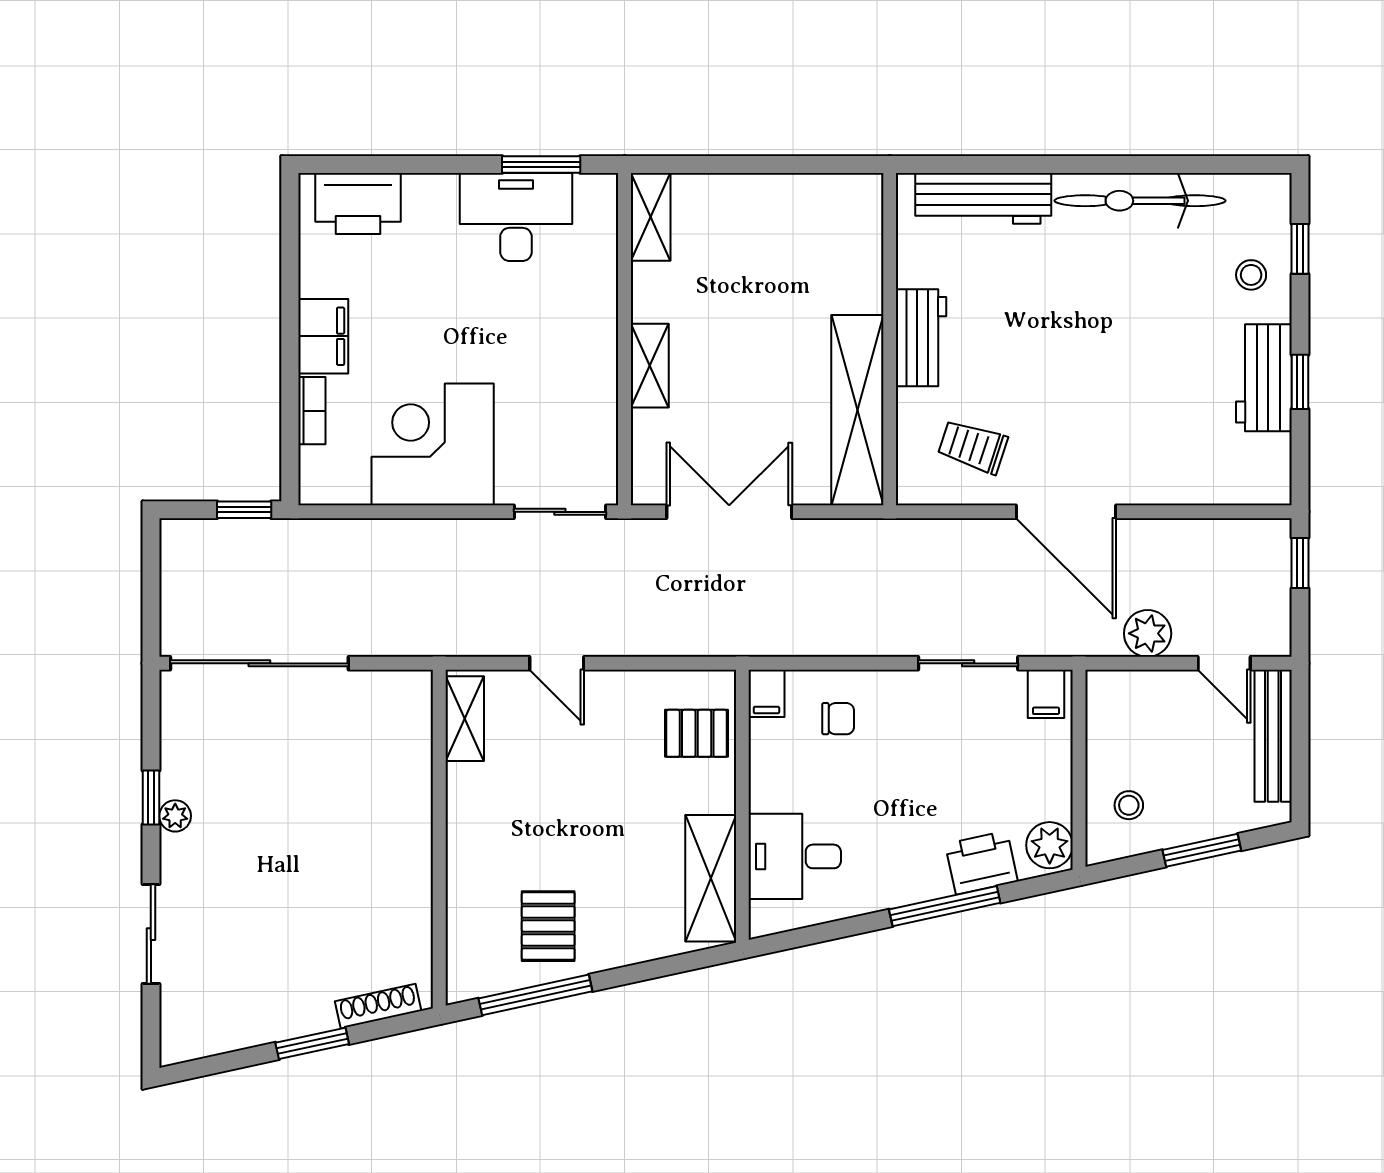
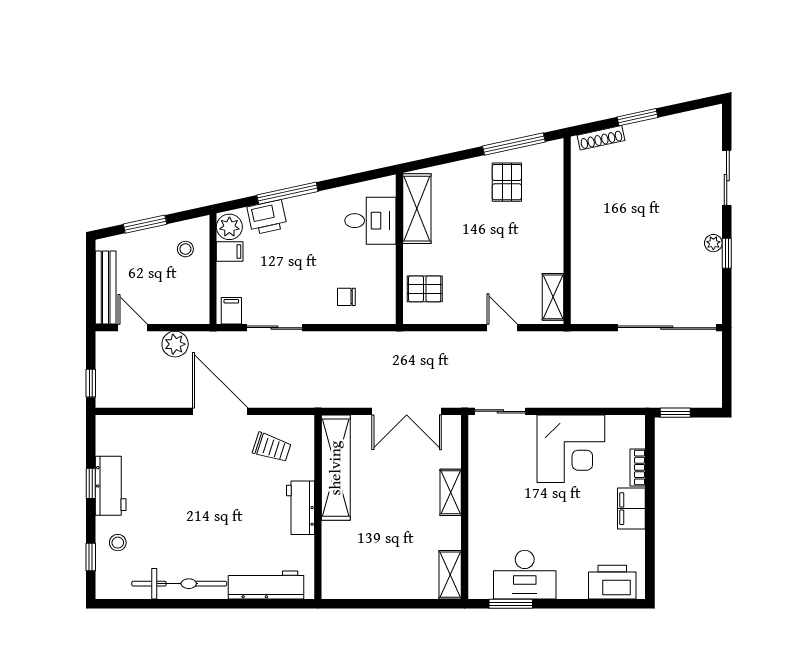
filing cabinet: (766, 693) -> (230, 251), moved, turned 90

